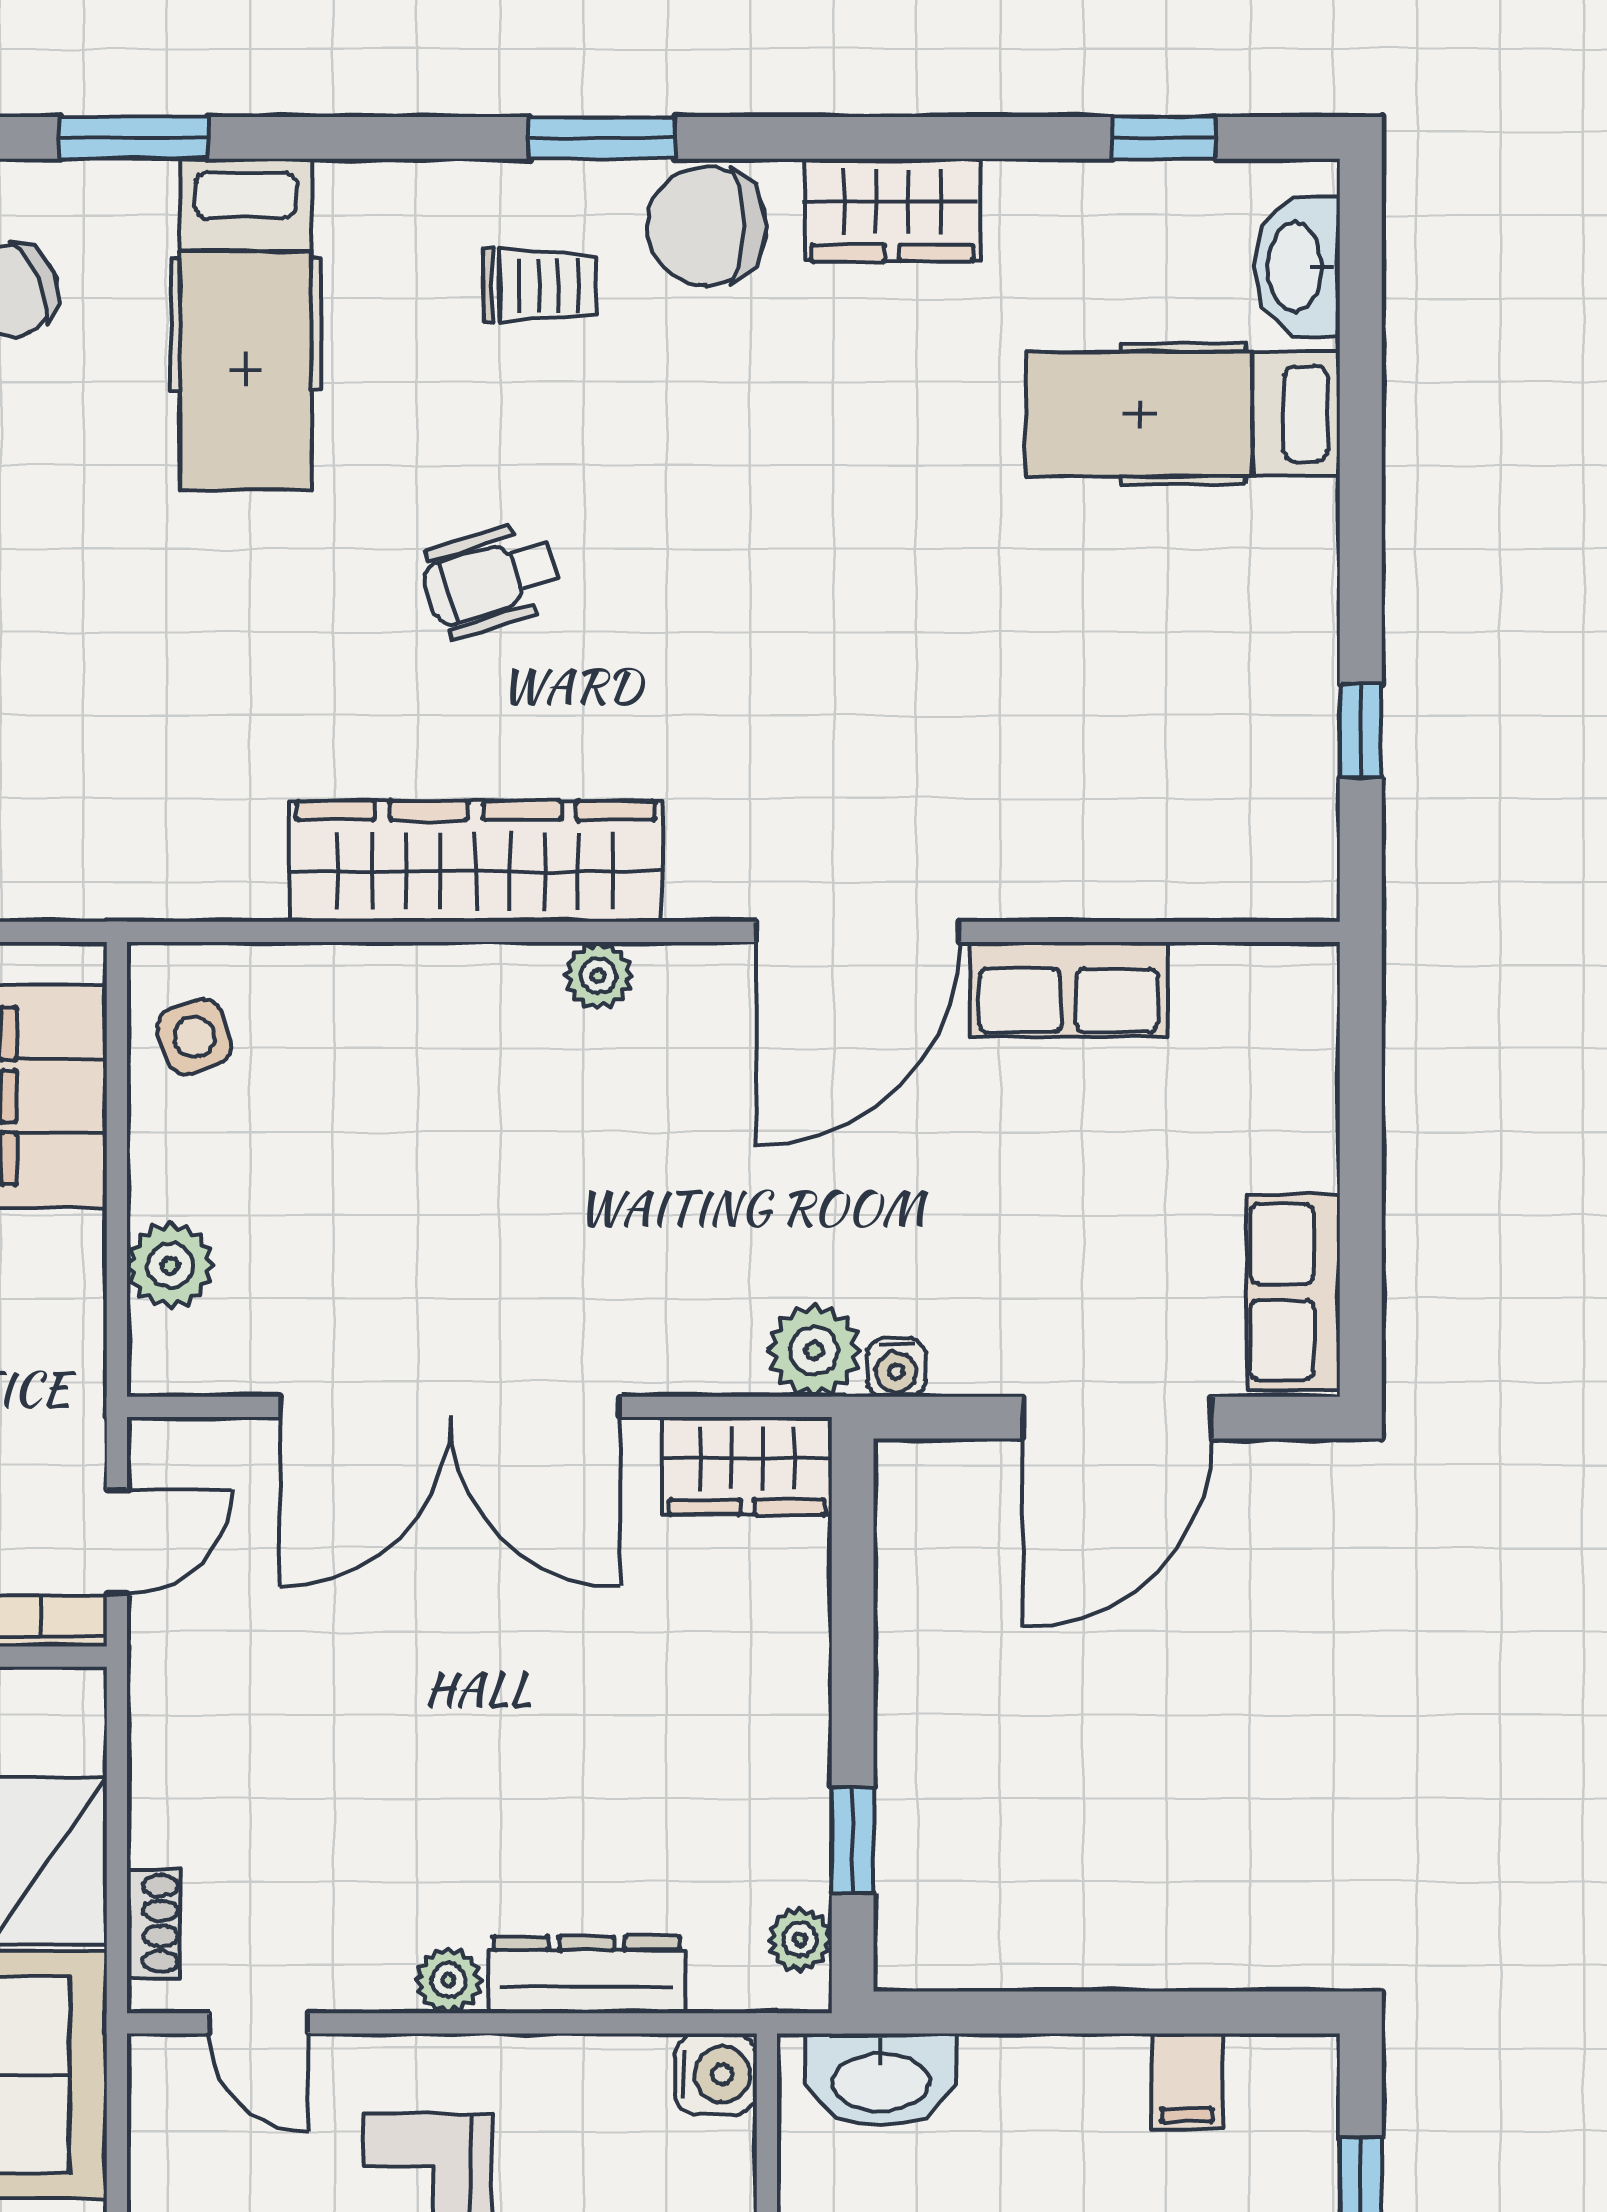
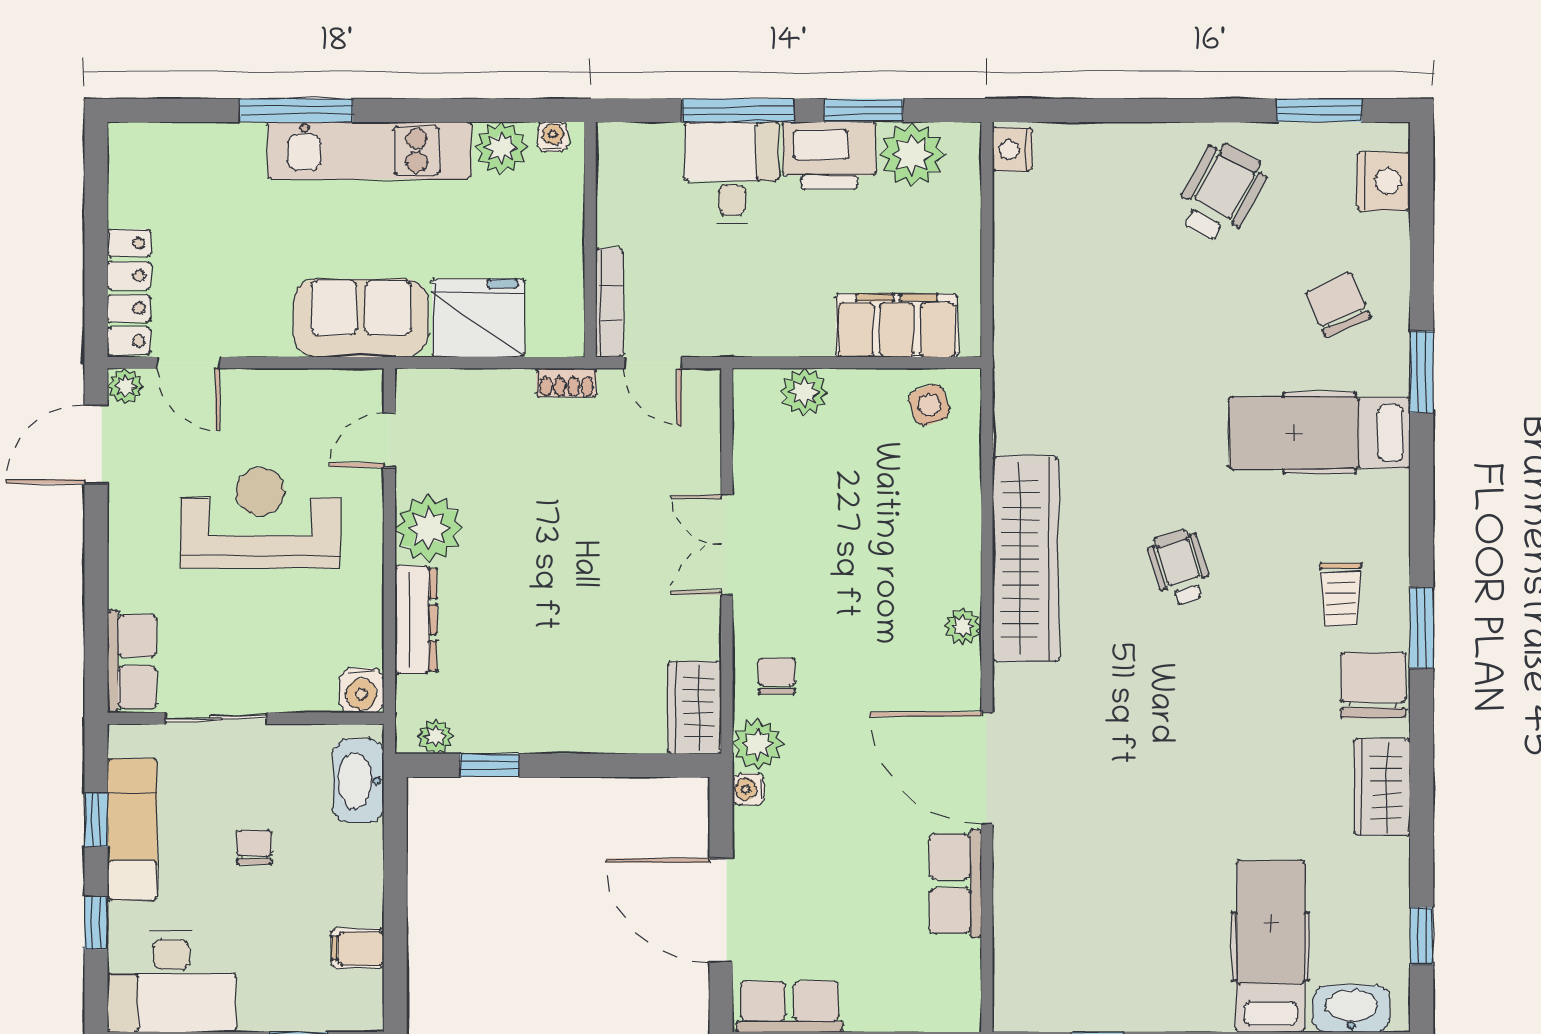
chair: (689, 1315) -> (777, 676), added
double door: (450, 1407) -> (727, 545), width x0.54
shoe rack: (154, 1924) -> (566, 383), moved
plant: (448, 1980) -> (429, 528), width x1.88, depth x1.88

